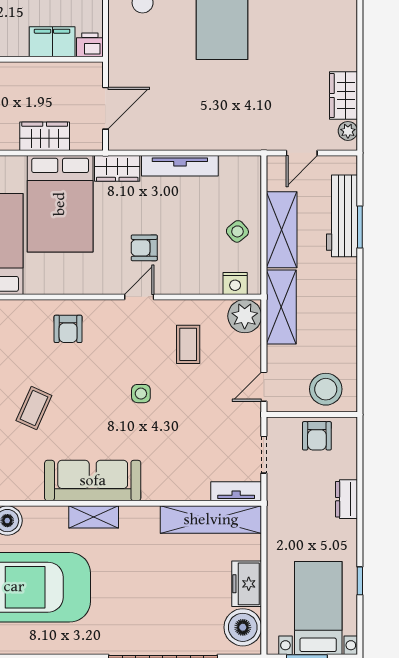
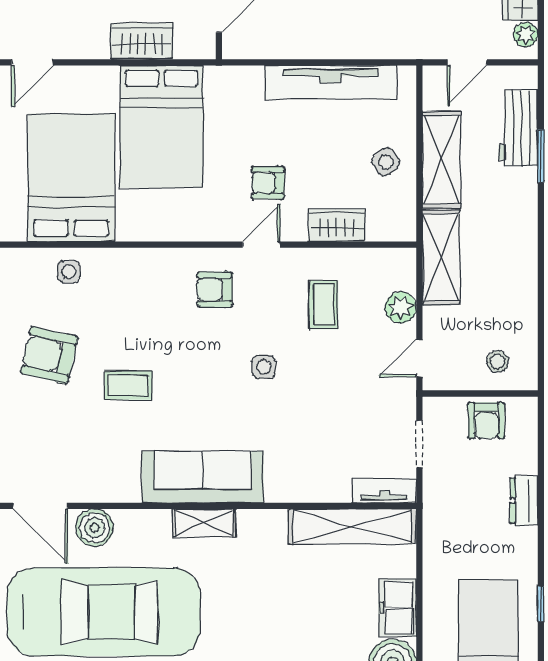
tv unit: (180, 166) -> (331, 82), width x1.36, depth x1.29
wardrobe: (117, 168) -> (337, 225), moved, turned 180
workbench: (342, 216) -> (518, 128), width x0.73
nightstand: (235, 283) -> (383, 228), removed
plant: (245, 316) -> (401, 308), moved, width x0.73, depth x0.73
armchair: (68, 329) -> (215, 289), moved, turned 90
stool: (326, 389) -> (498, 361), width x0.53, depth x0.53
coffee table: (34, 408) -> (128, 385), turned 66

